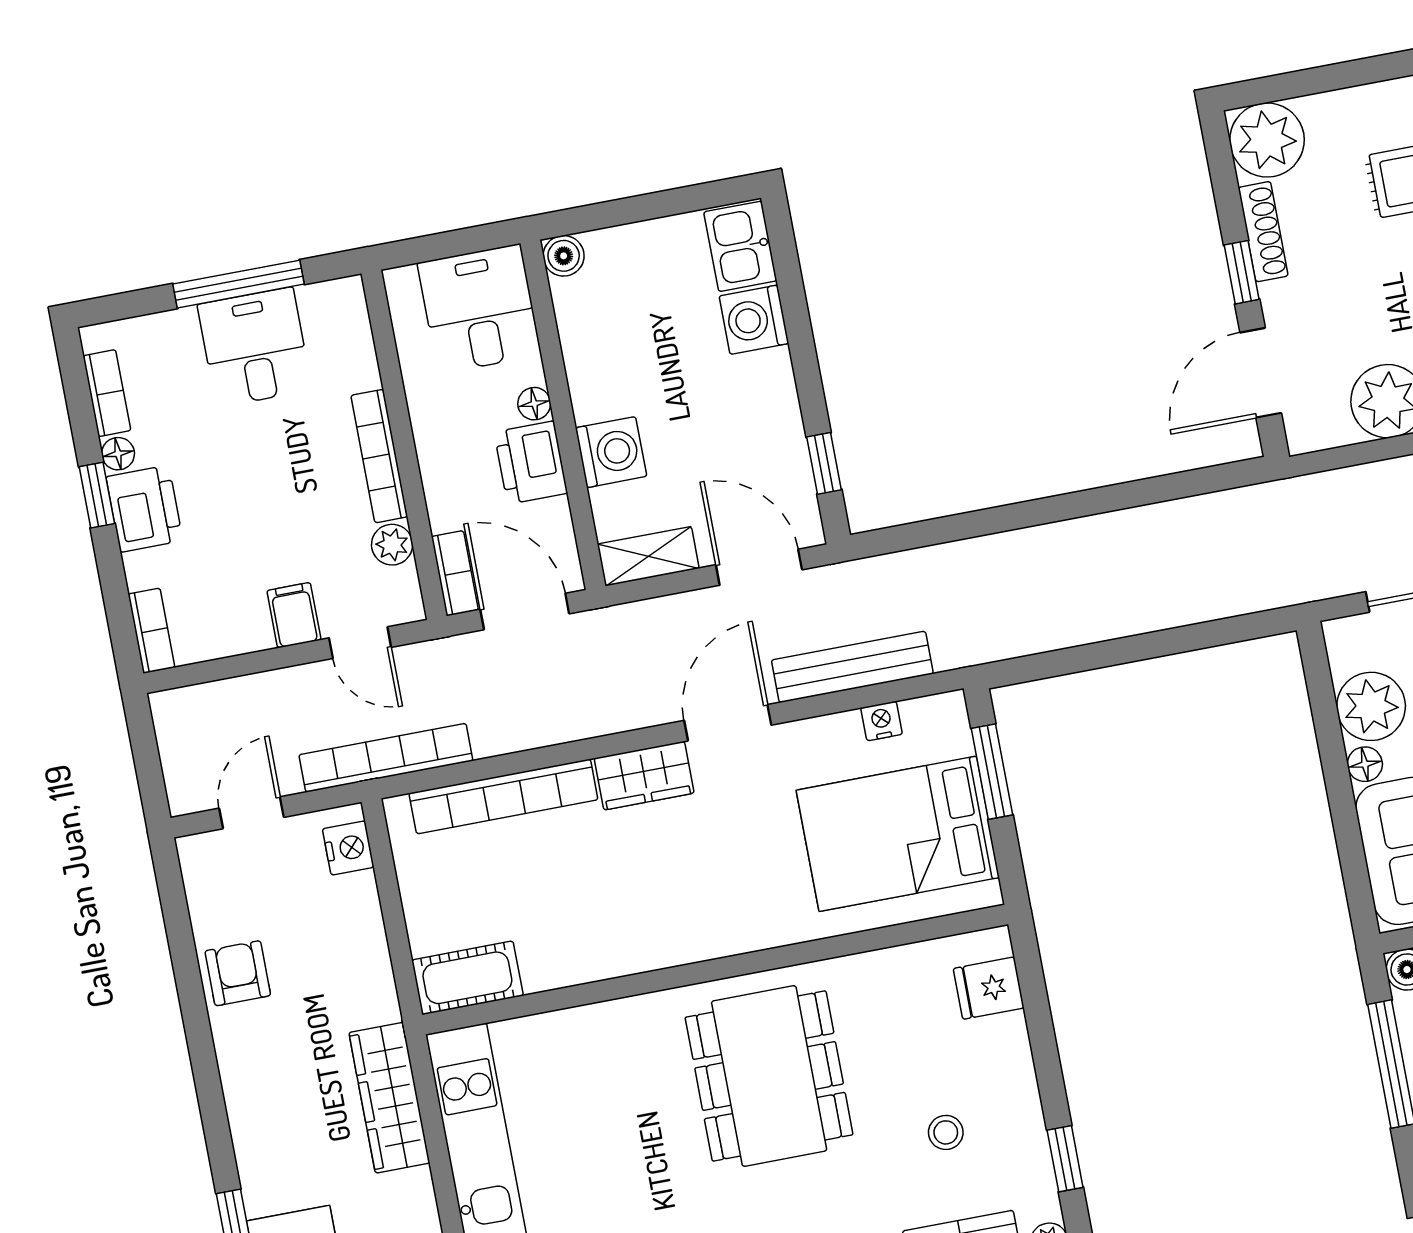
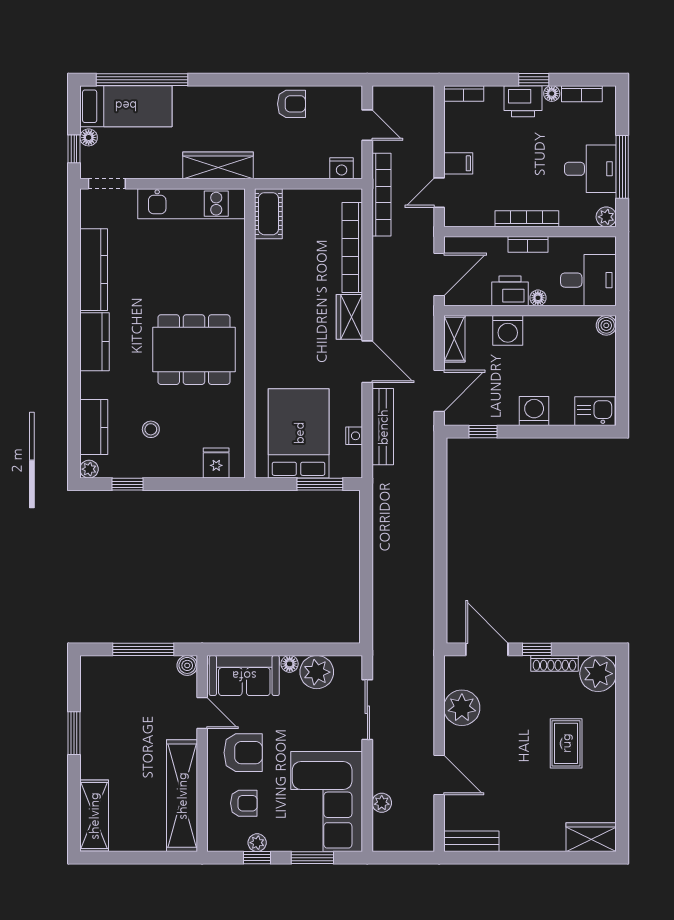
washing machine: (754, 320) -> (534, 411), moved
plant: (392, 545) -> (606, 217), moved
bookcase: (455, 573) -> (528, 244), moved

